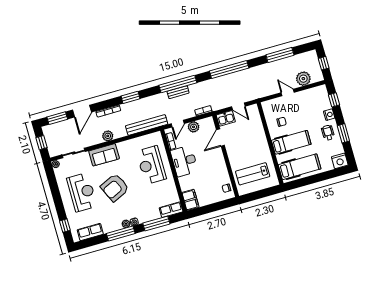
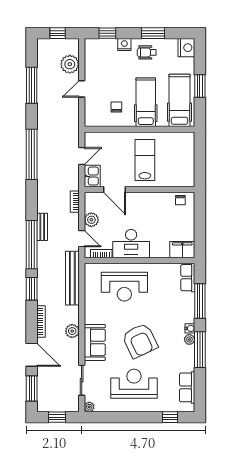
window: (178, 84) -> (32, 245), moved
lab bench: (253, 174) -> (145, 160), moved, turned 180
window: (314, 179) -> (200, 86), added

